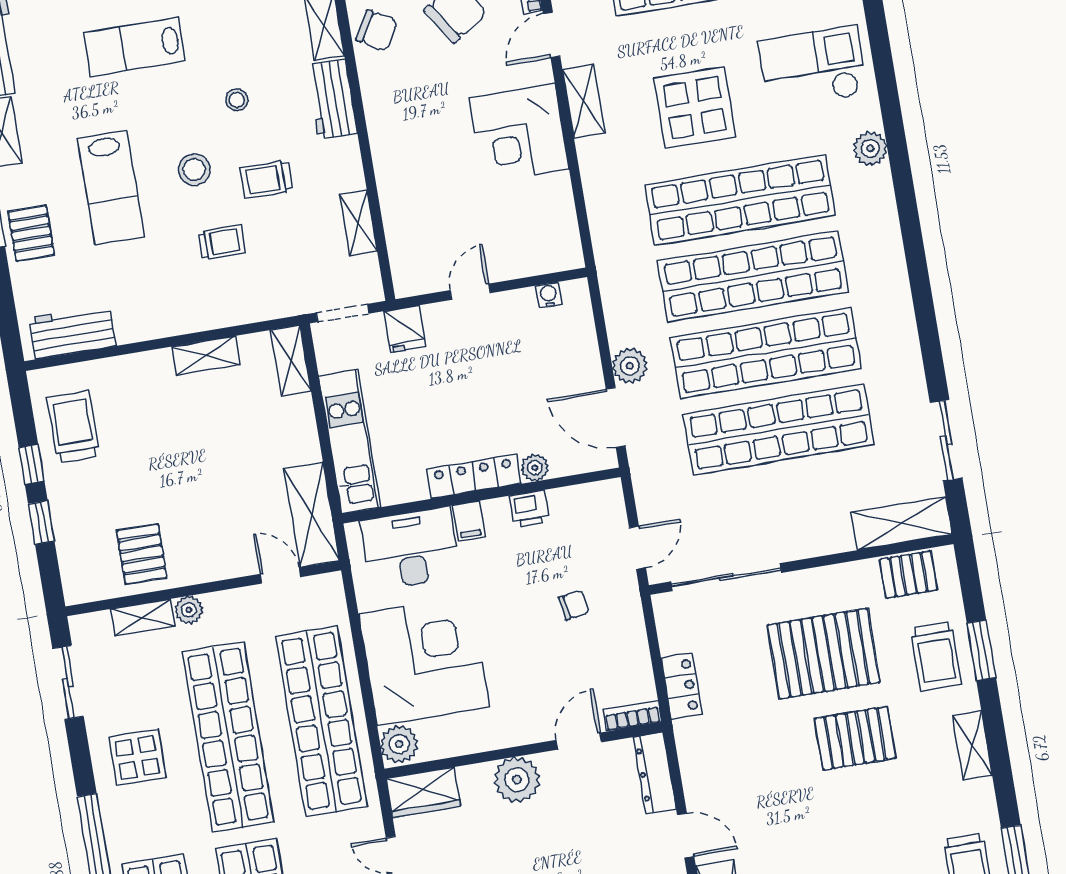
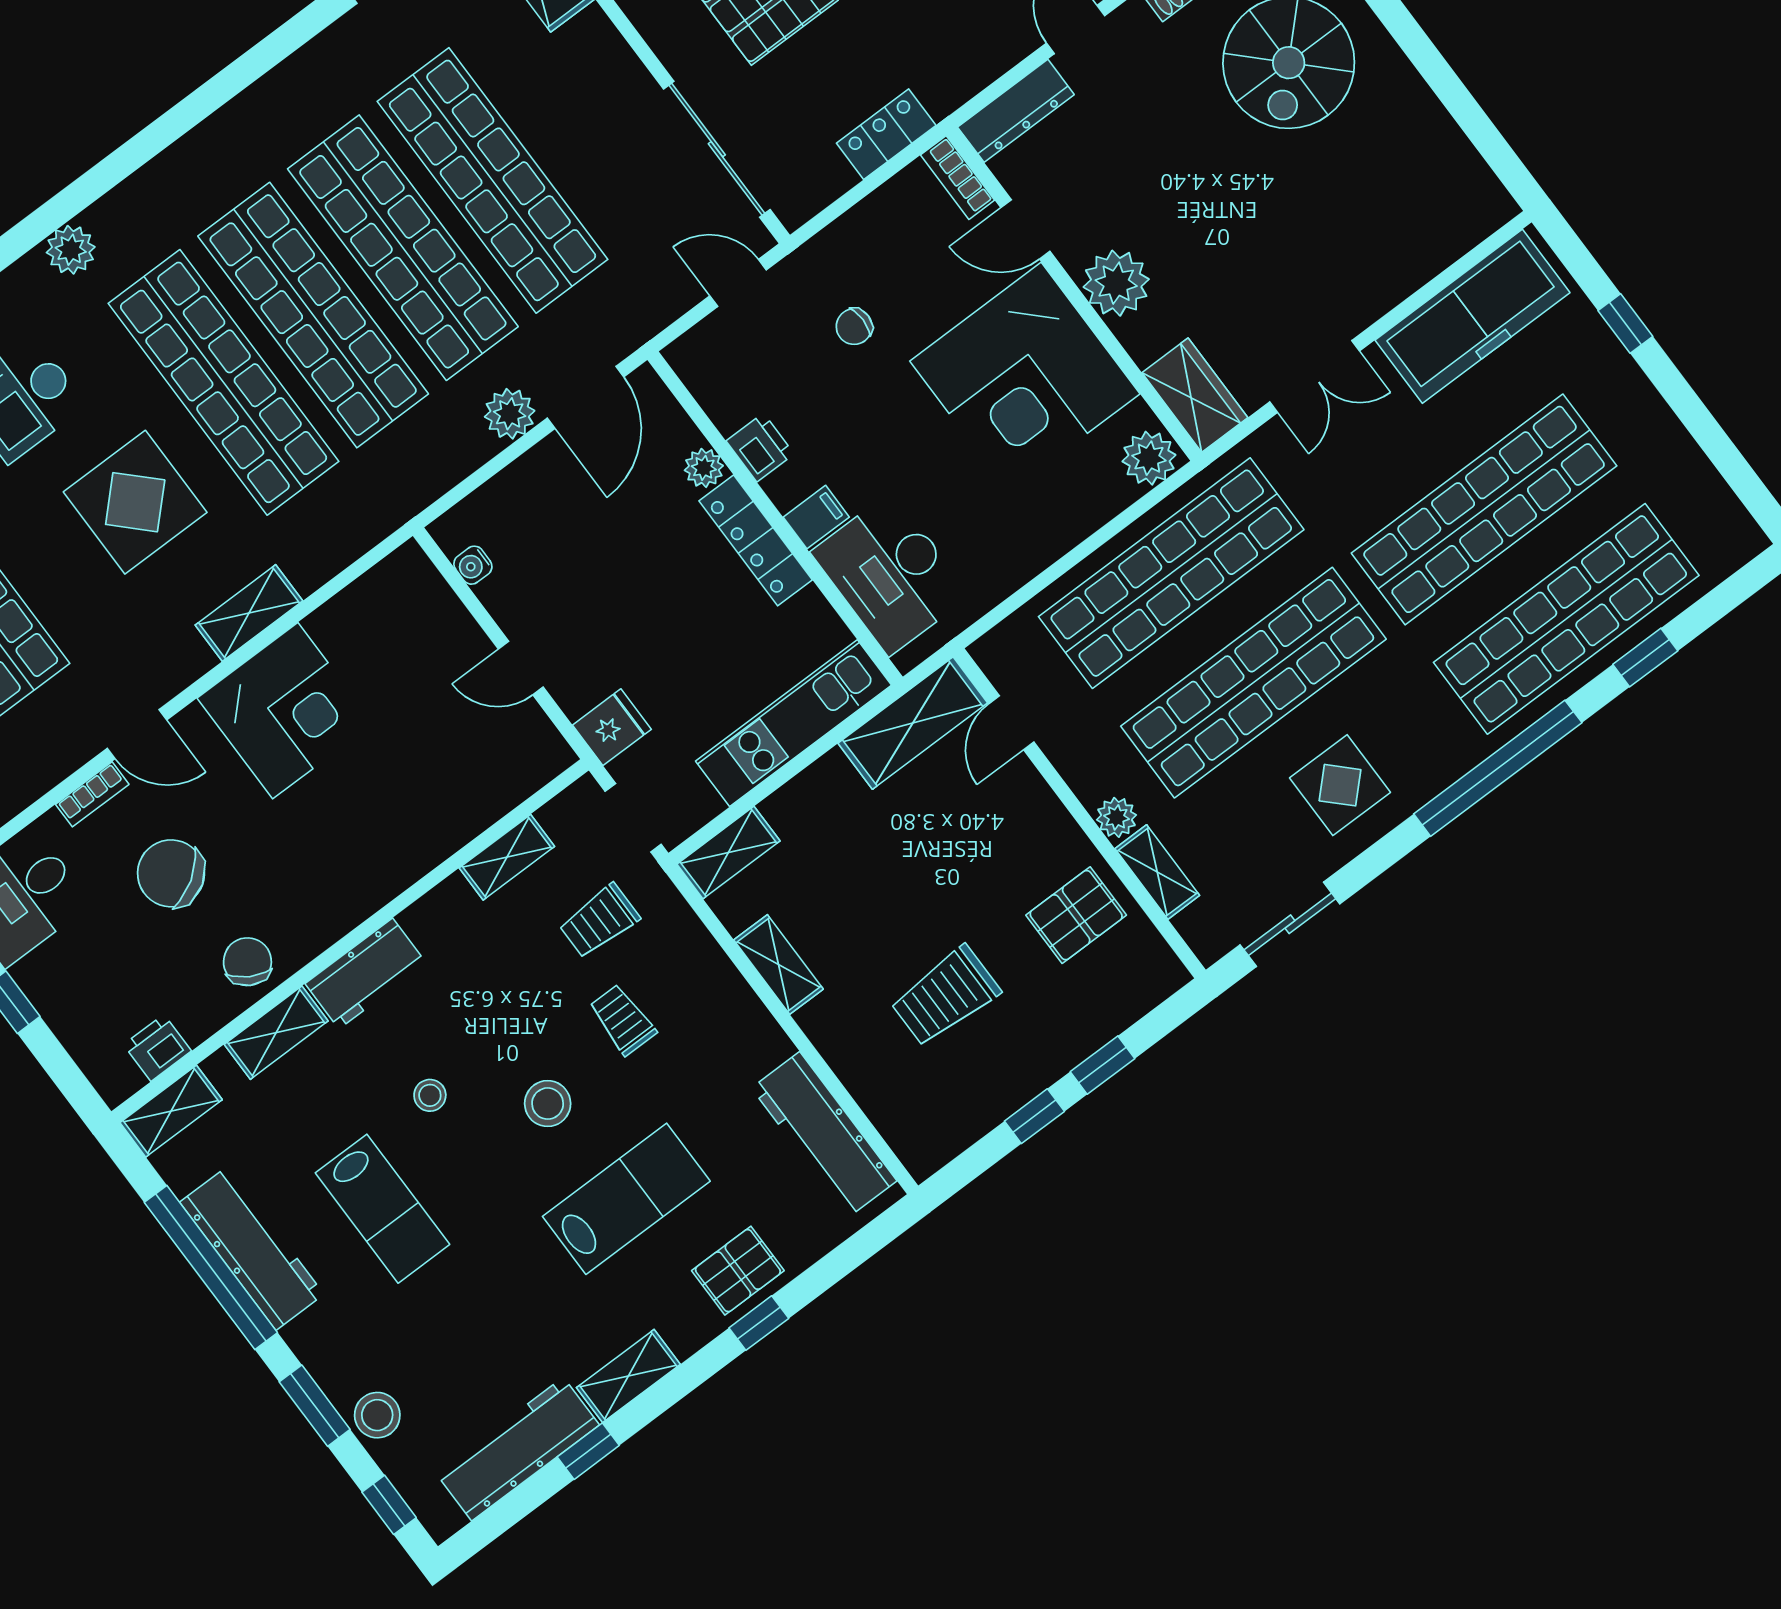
lab bench: (134, 47) -> (382, 1209), moved
shelving: (584, 101) -> (249, 613), moved
trolley: (266, 179) -> (599, 921), moved, turned 90
workbench: (72, 332) -> (824, 1134), width x1.38
trolley: (73, 427) -> (945, 996), moved
chair: (574, 605) -> (854, 327), turned -81
corner desk: (424, 661) -> (1025, 377), moved, turned -90

